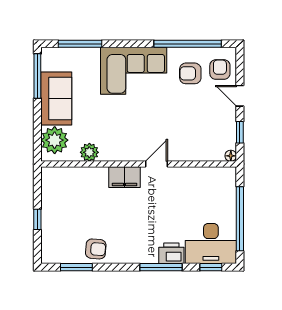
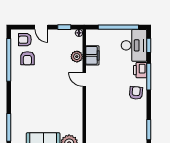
corner sofa: (134, 71) -> (26, 94), removed
door: (240, 96) -> (41, 27), hinge flipped
plant: (89, 152) -> (77, 57), moved
filing cabinet: (125, 177) -> (92, 55), moved
armchair: (96, 249) -> (136, 93), moved

